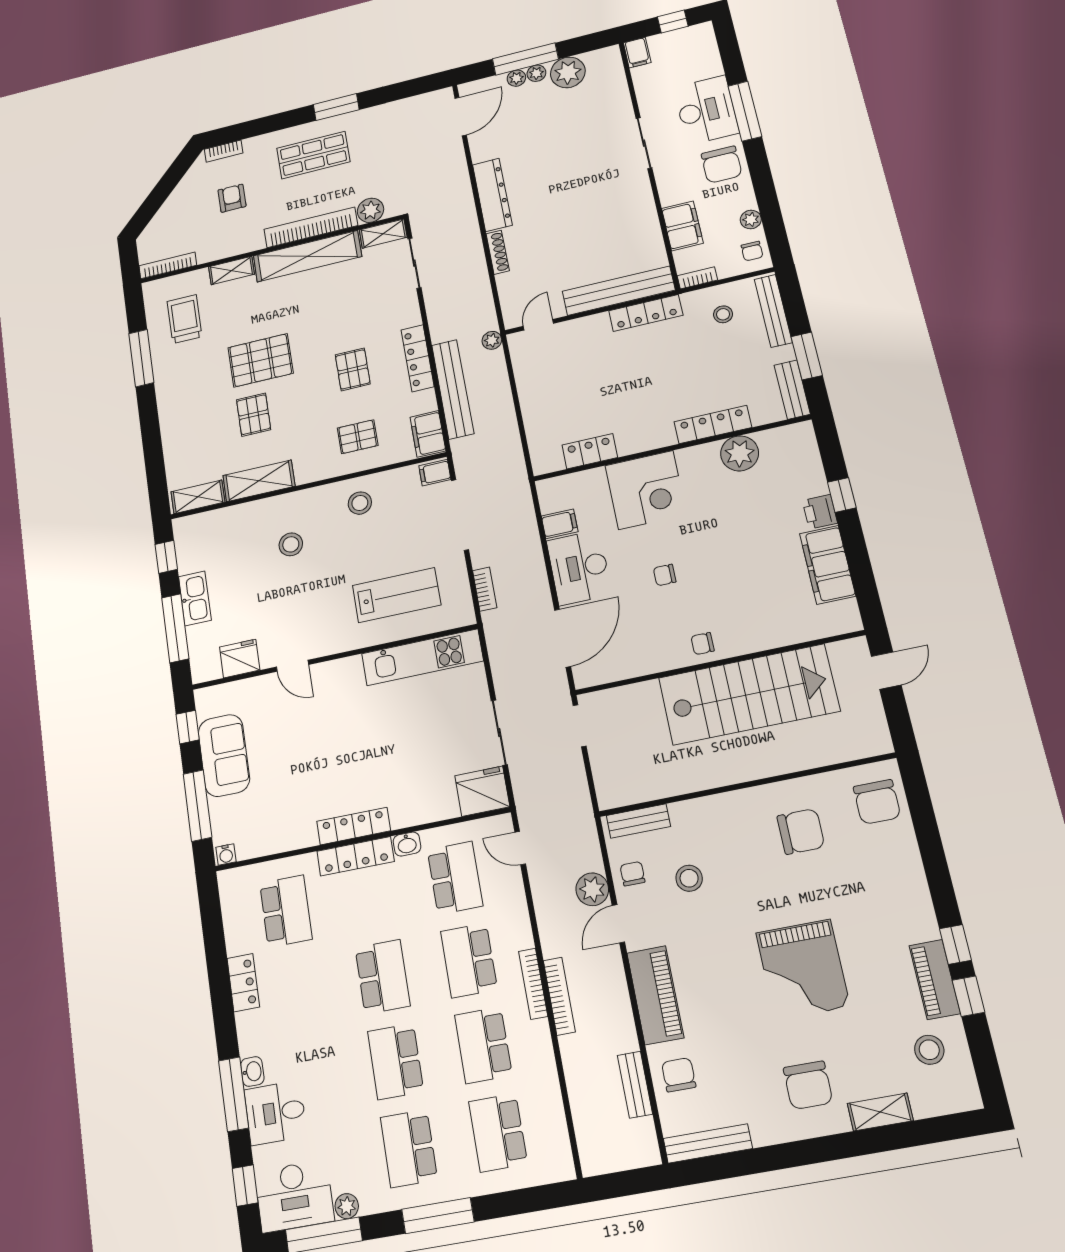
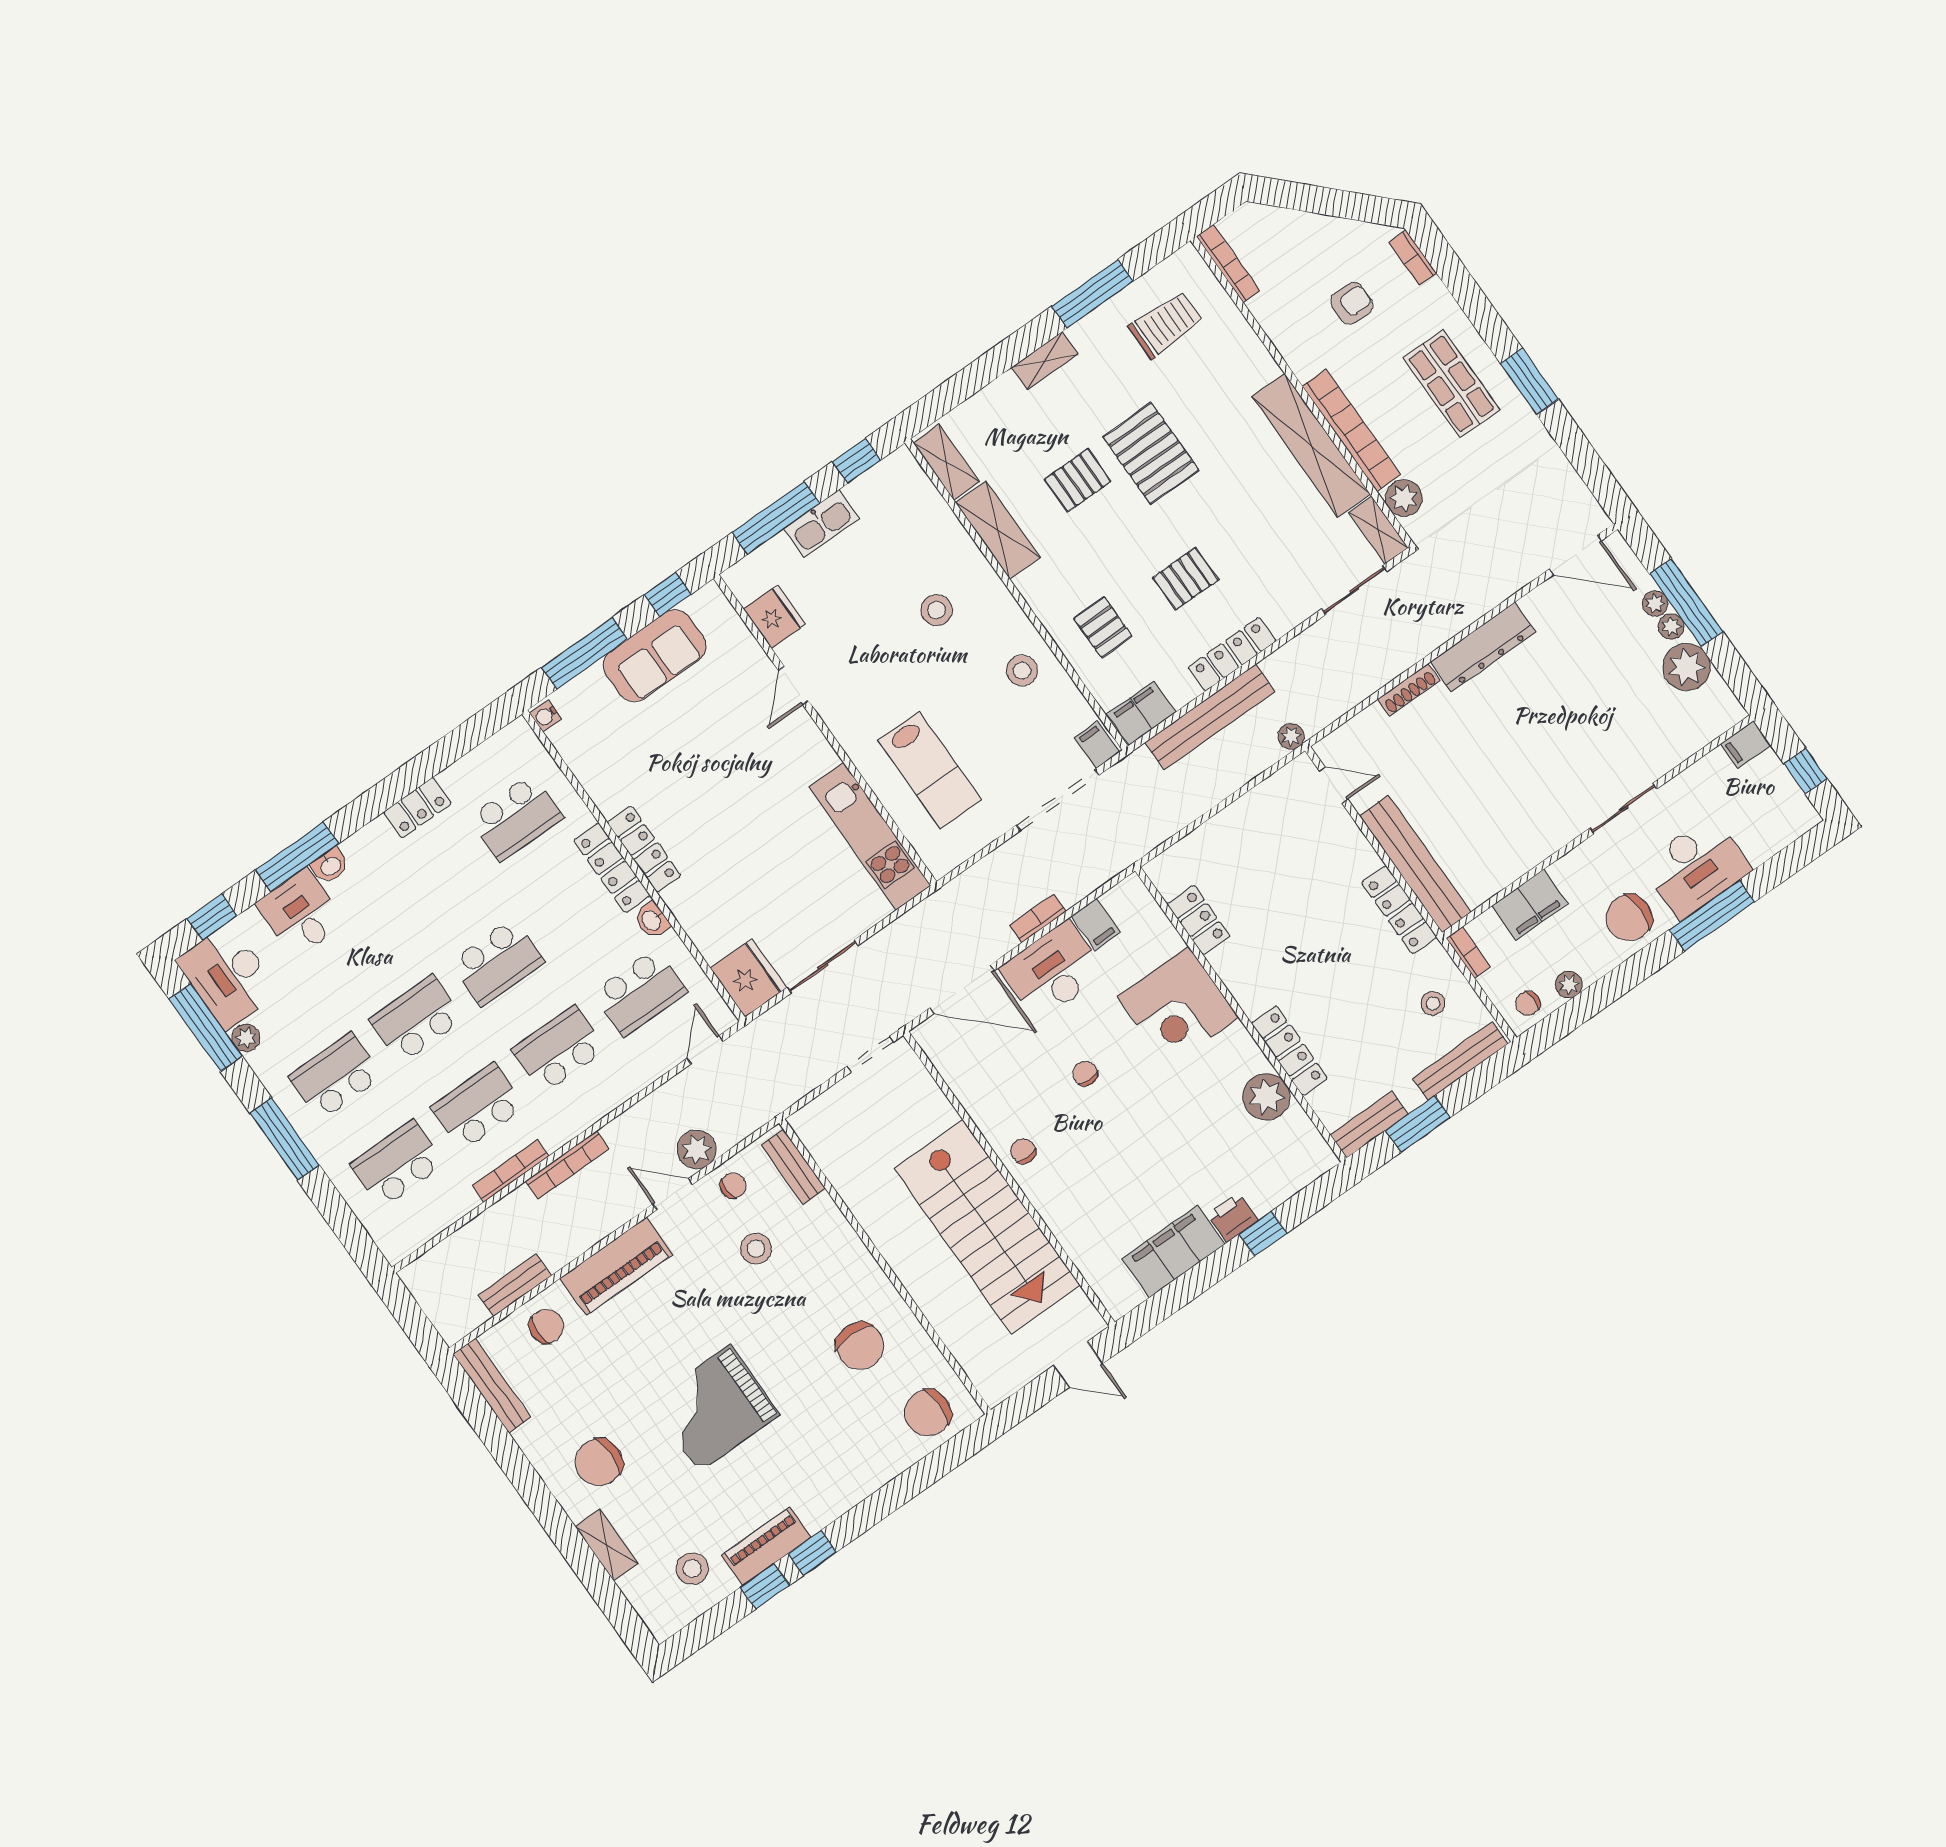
shelving: (231, 270) -> (1045, 361), moved, turned 90
bookcase: (485, 589) -> (1038, 918), moved, turned 180
bookcase: (533, 984) -> (511, 1171), moved

